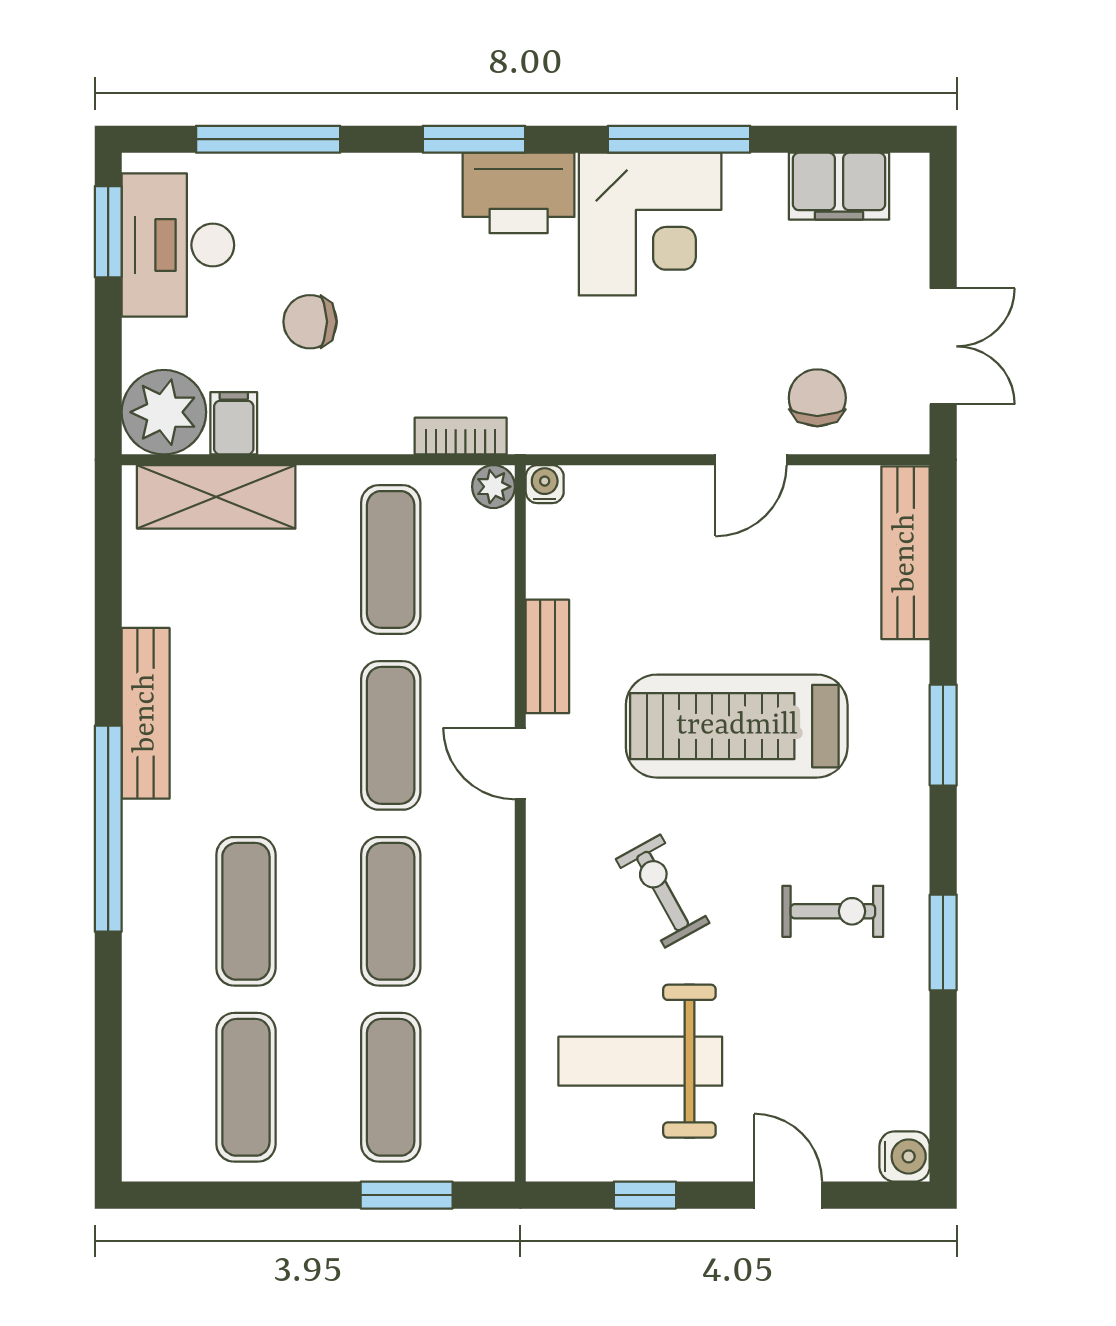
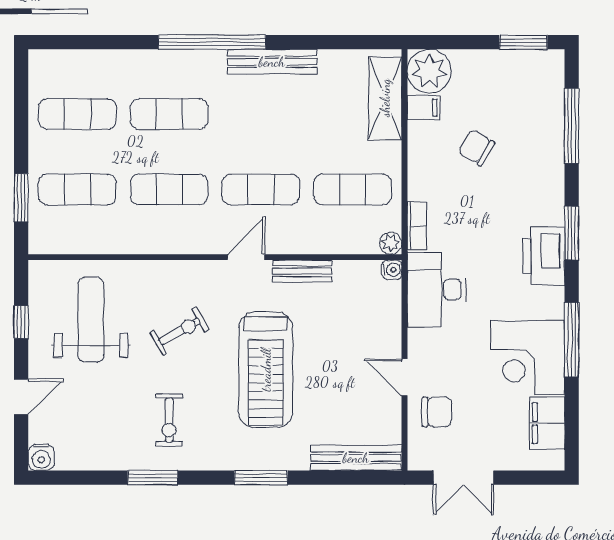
corner desk: (650, 224) -> (527, 358), moved
desk: (178, 245) -> (437, 289), moved, turned -90
chair: (310, 322) -> (476, 147), turned -59
treadmill: (737, 726) -> (266, 370), turned 180

